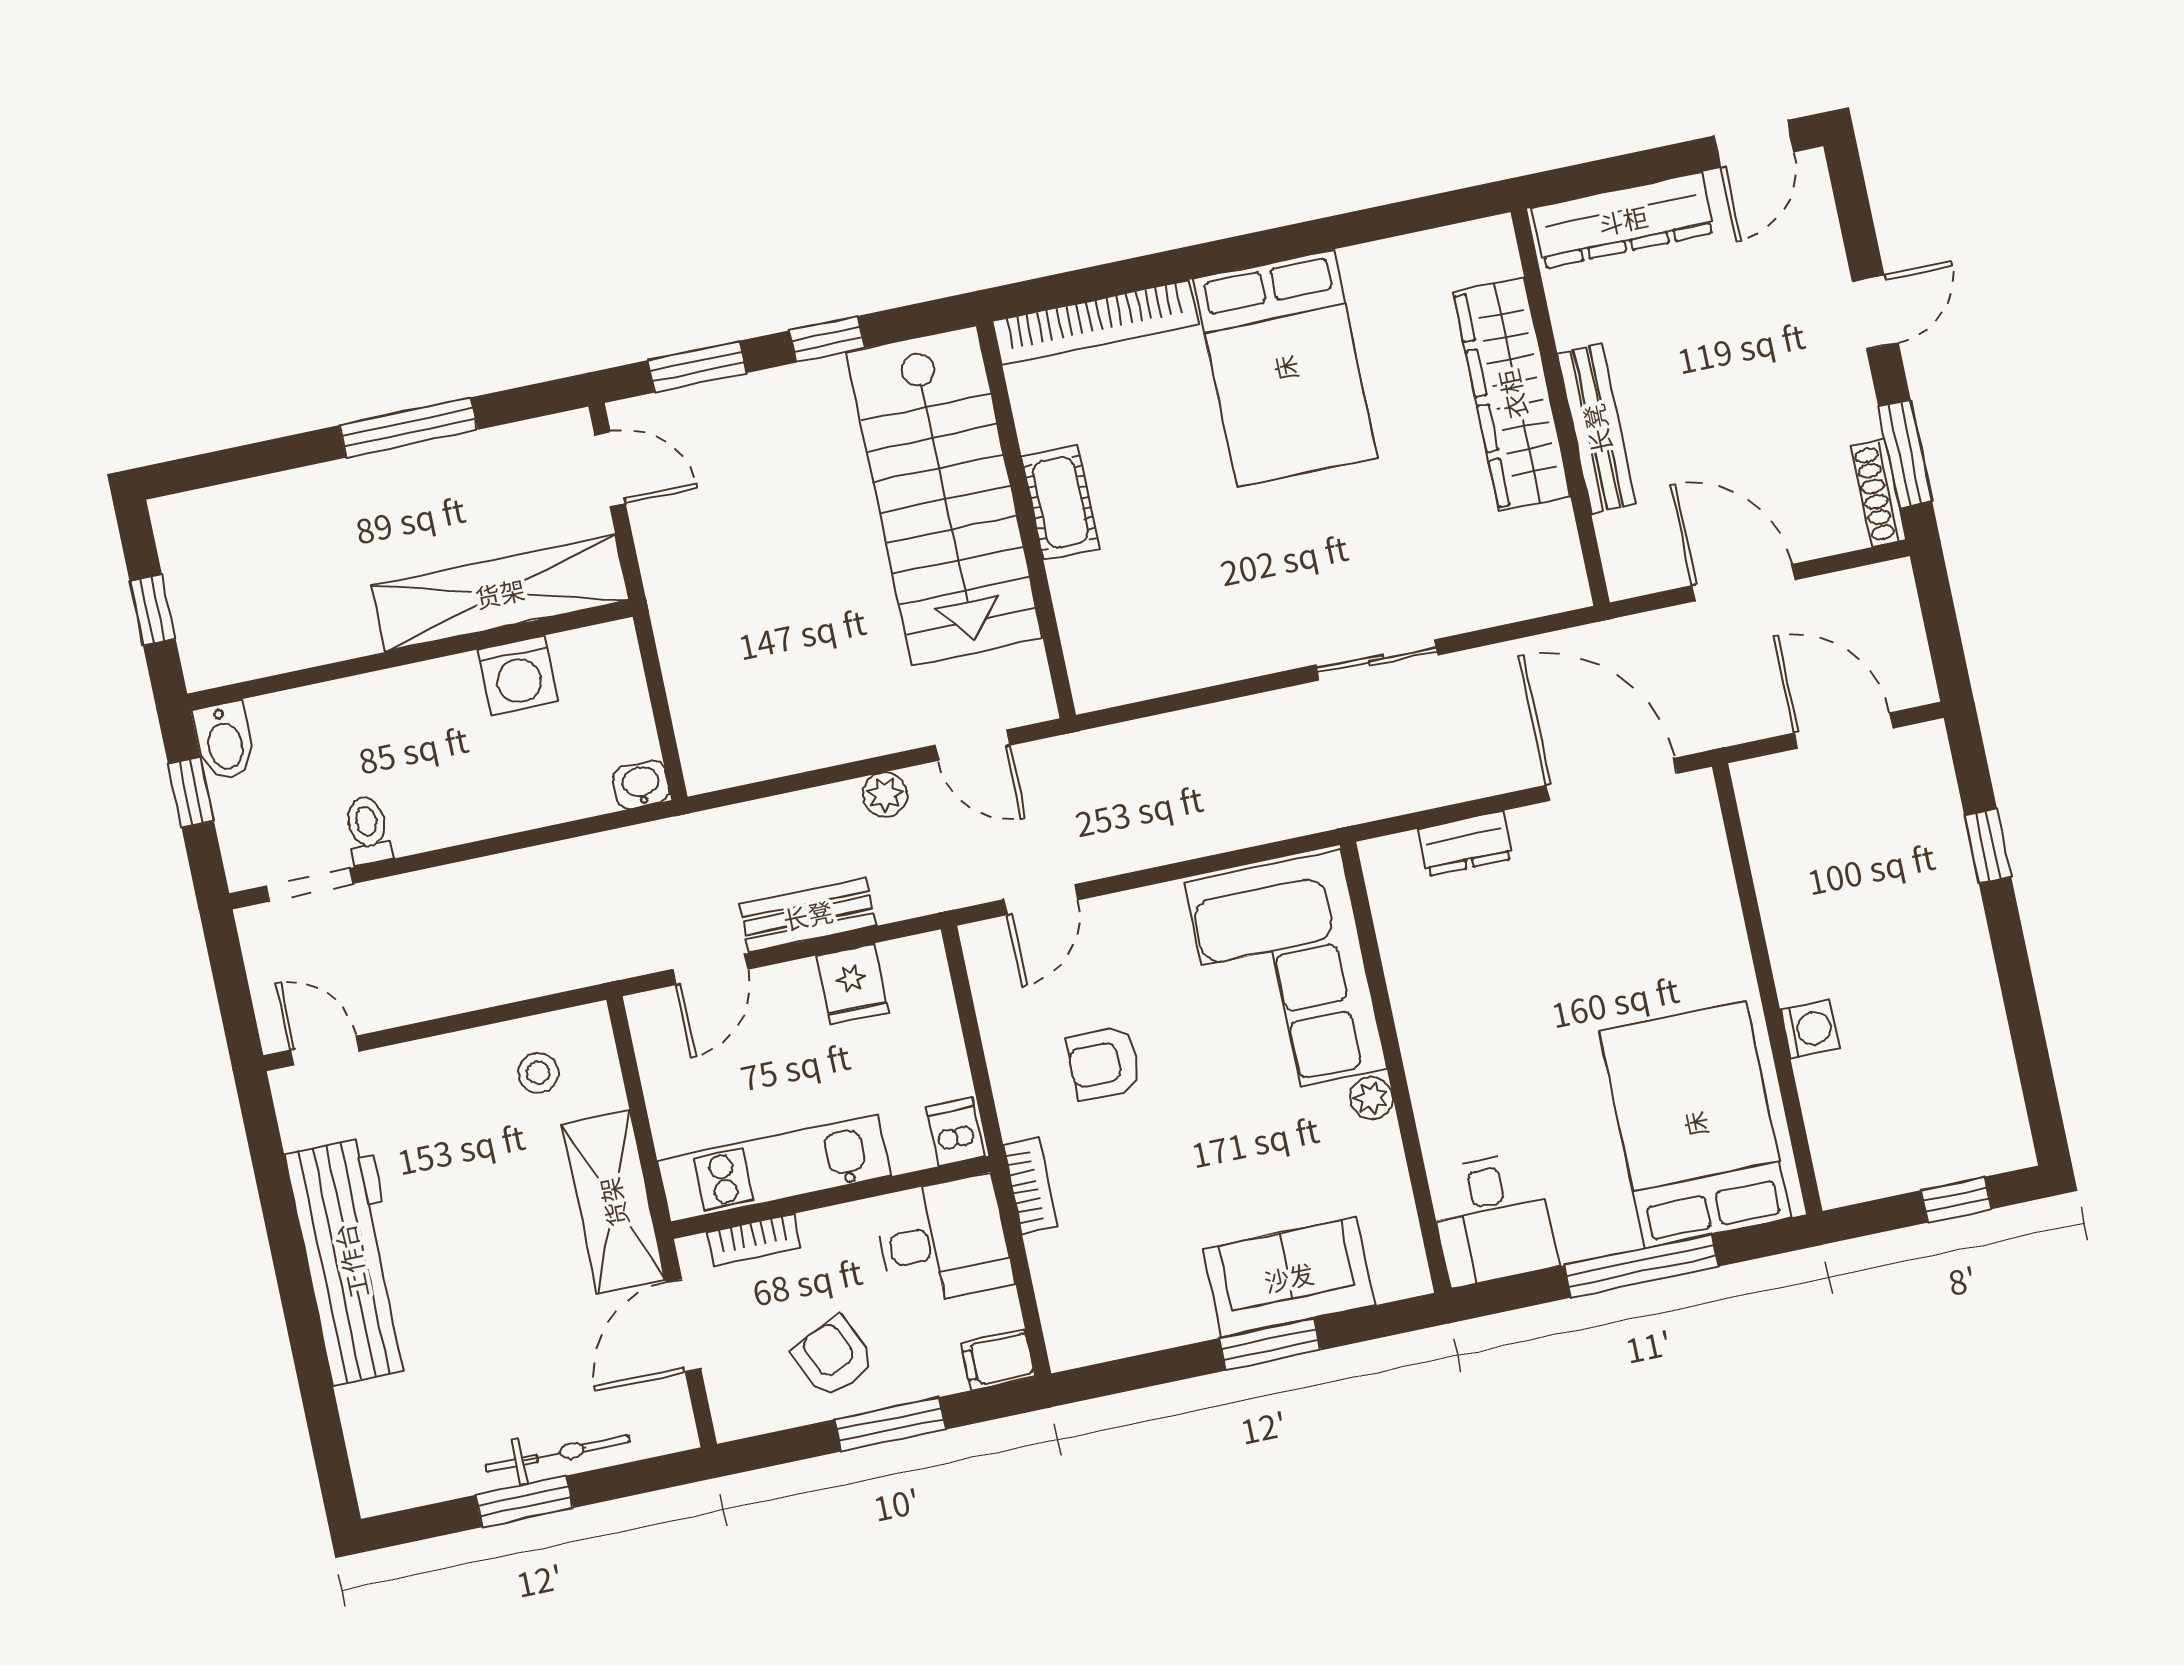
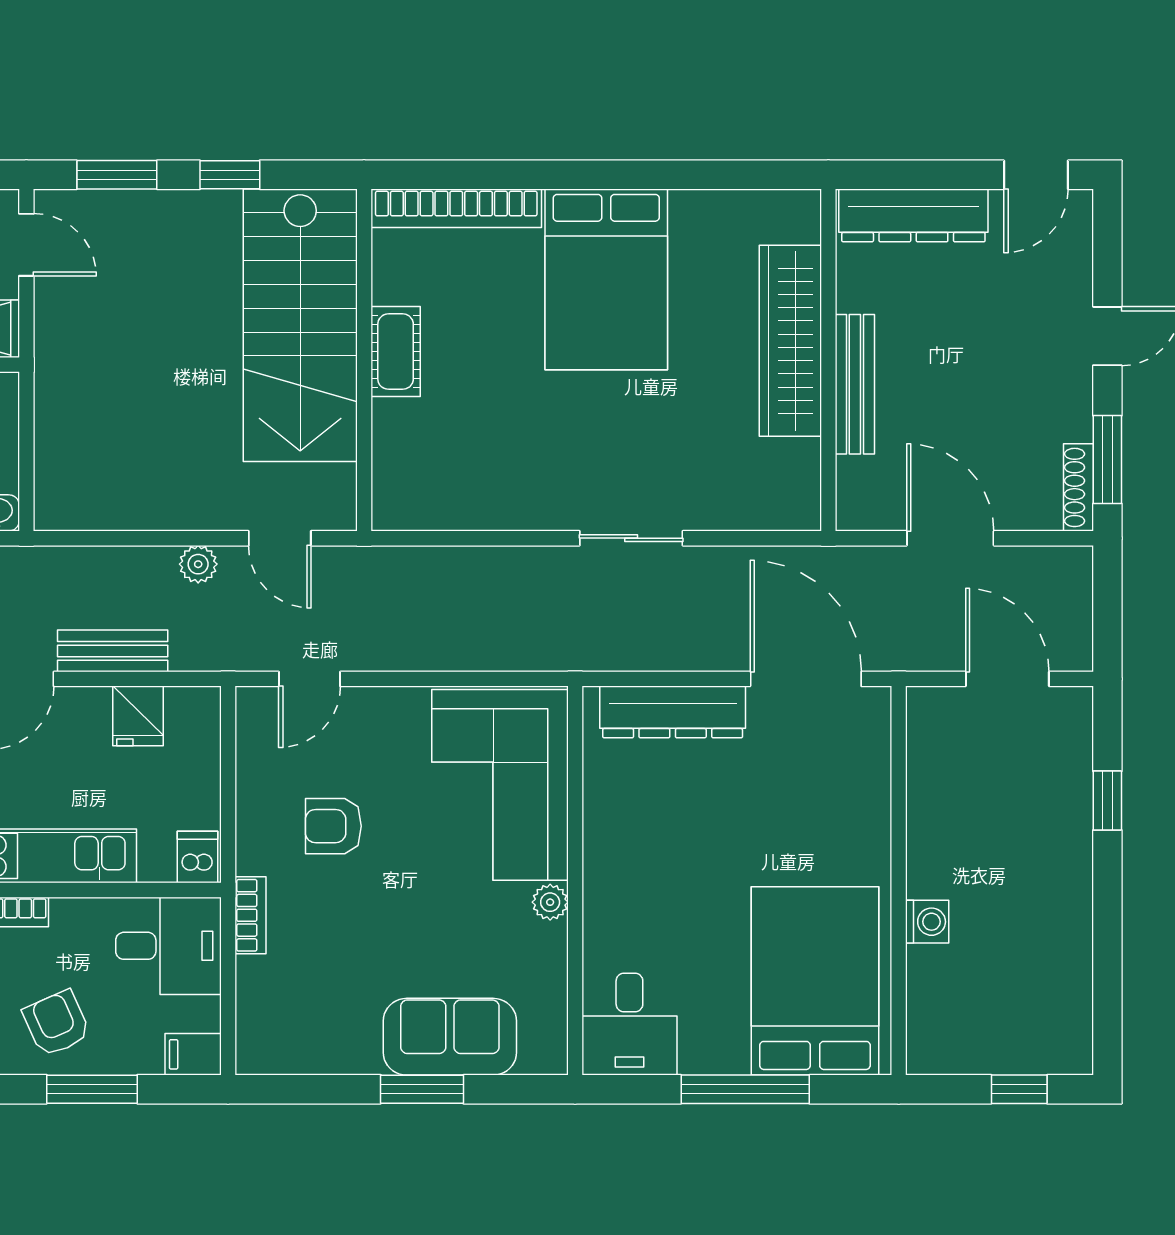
dresser: (1465, 844) -> (673, 712), width x1.96, depth x1.24

